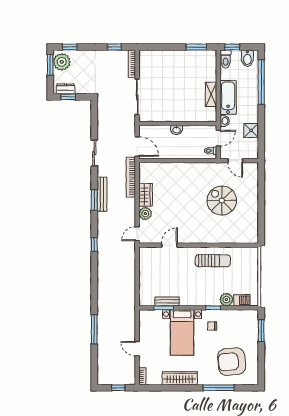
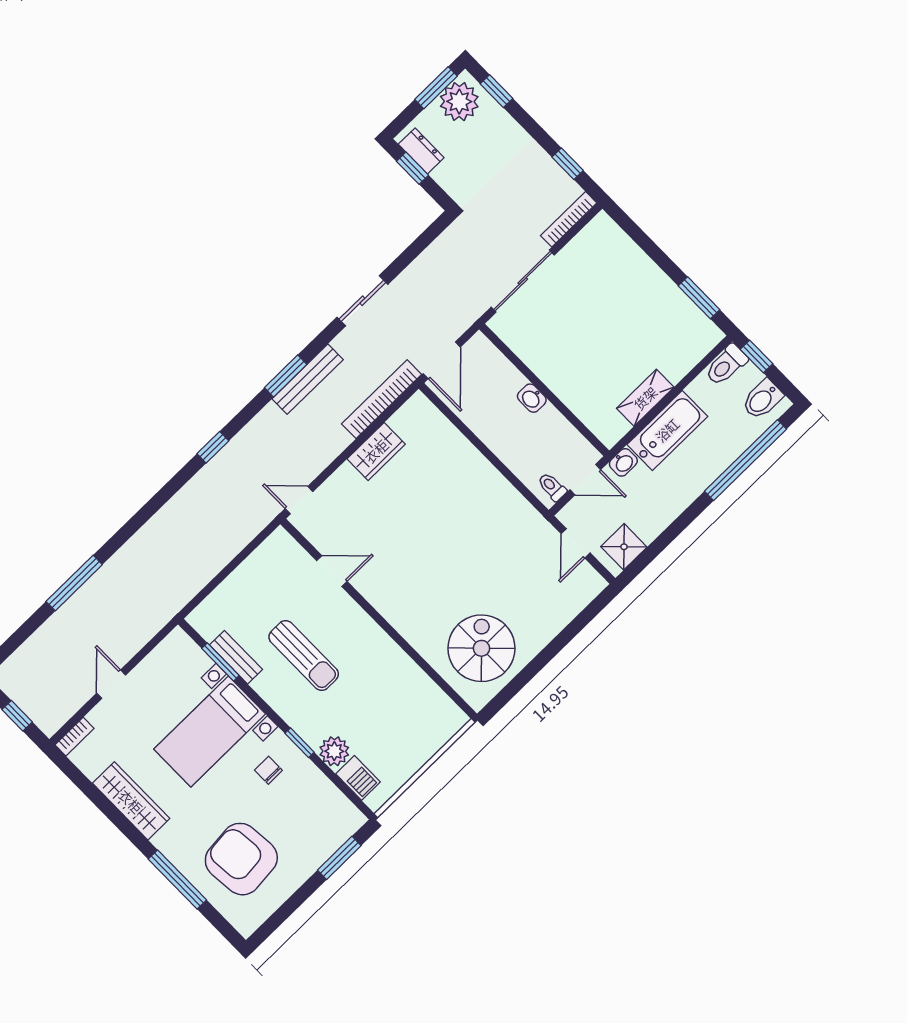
shower: (251, 130) -> (624, 547), moved
spiral stairs: (222, 201) -> (481, 648), moved
plant: (145, 214) -> (345, 481), removed
sun lounger: (213, 261) -> (304, 656), moved

